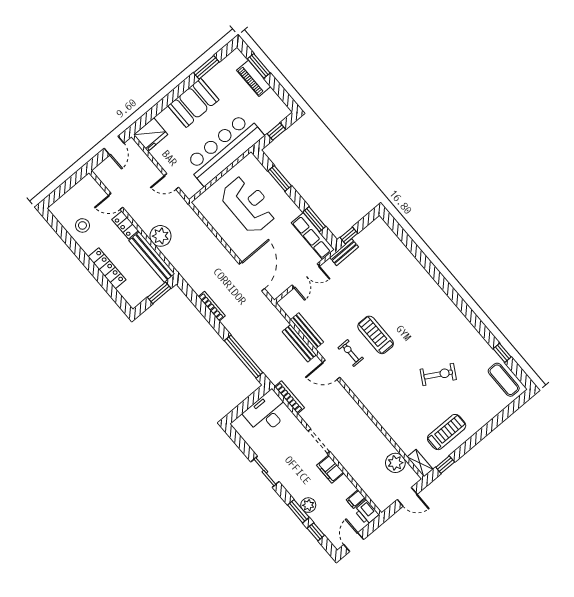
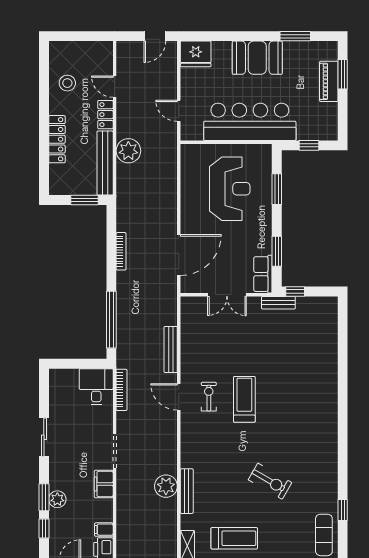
row of seats: (313, 236) -> (263, 274), width x0.68
bench: (307, 331) -> (187, 491), moved
desk: (267, 413) -> (96, 387), width x0.73
plant: (395, 463) -> (166, 486), moved

